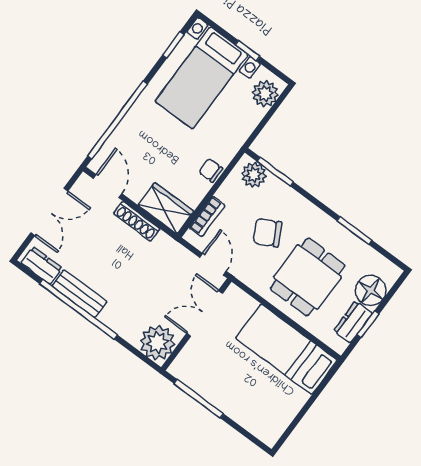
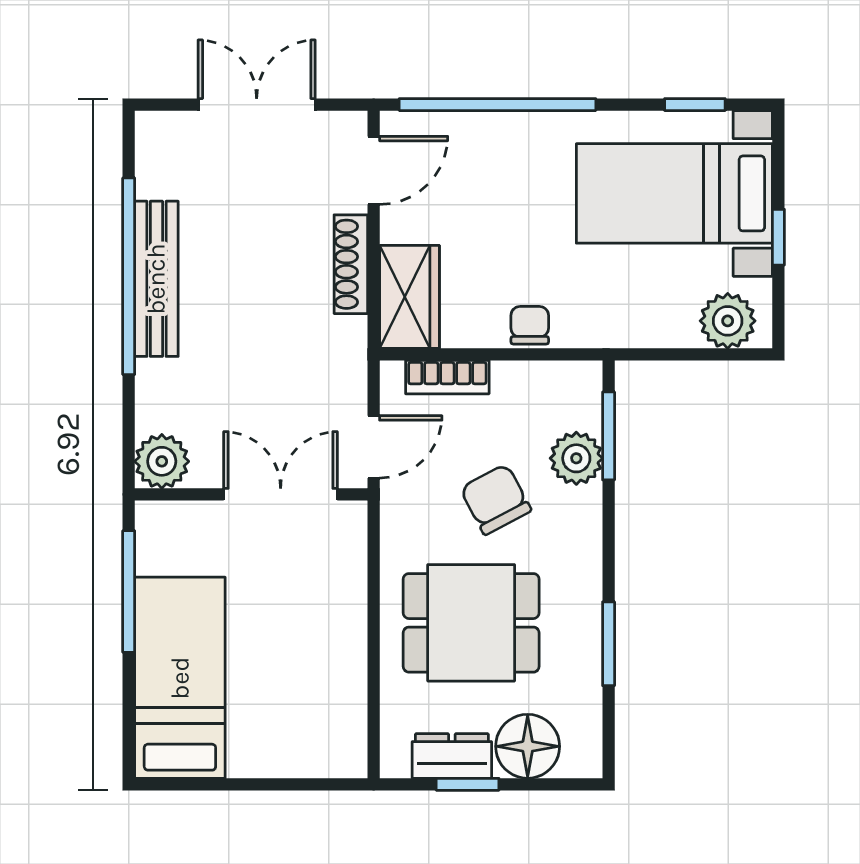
plant: (254, 175) -> (576, 458), moved
double door: (49, 212) -> (257, 105), swing flipped
dresser: (42, 266) -> (156, 159), removed
bench: (79, 294) -> (156, 279), width x1.36
plant: (157, 343) -> (162, 461), width x0.73, depth x0.73
bed: (286, 349) -> (180, 678), moved

